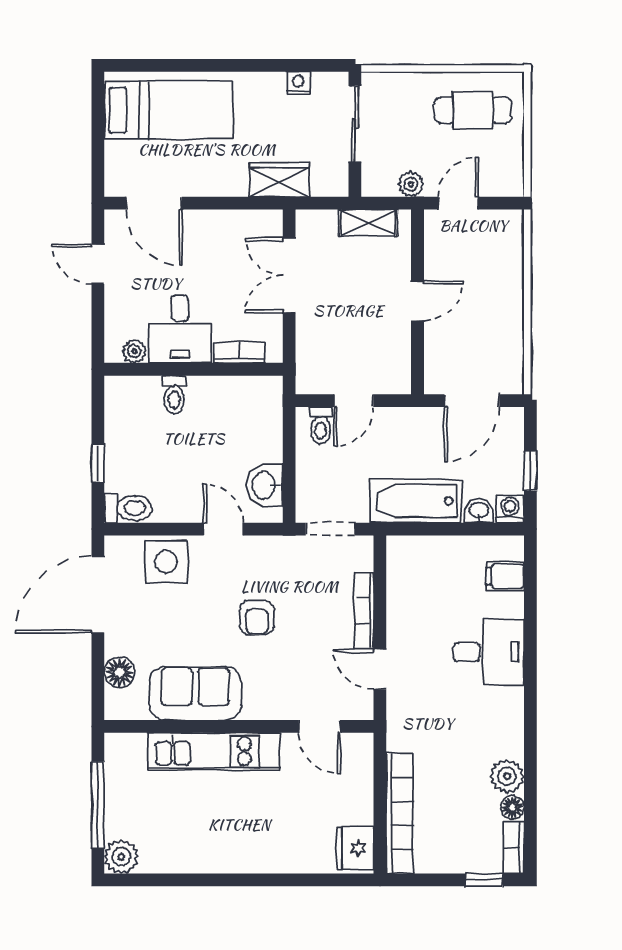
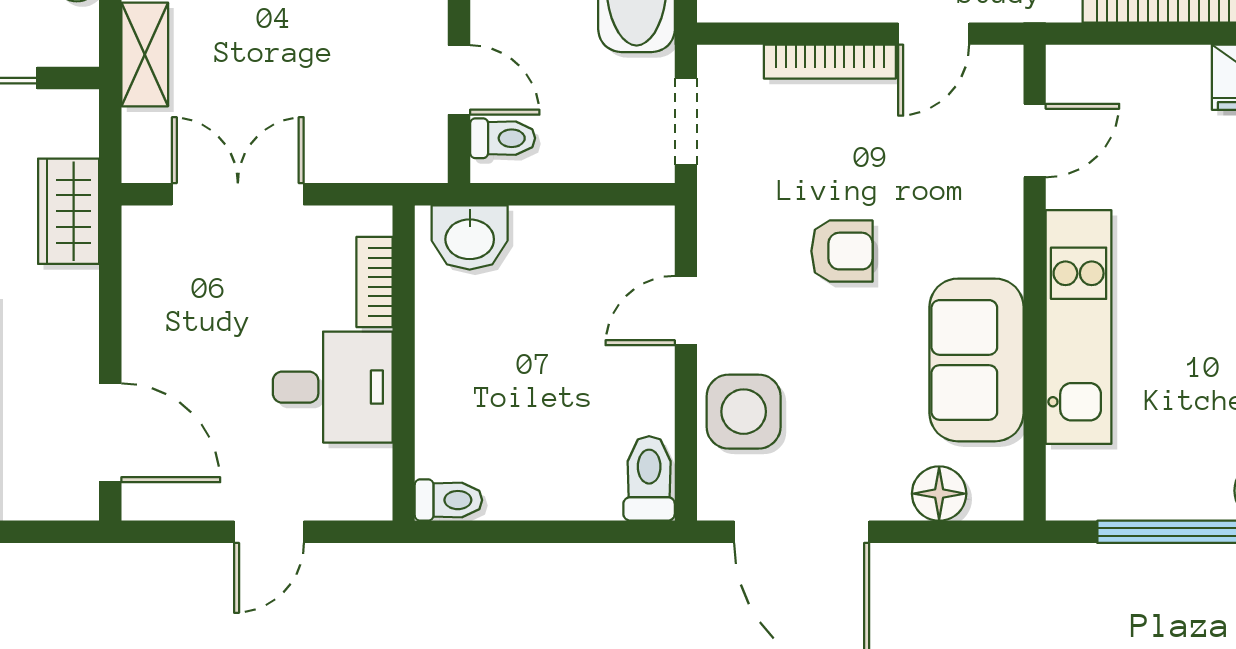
door: (154, 203) -> (110, 433), hinge flipped
door: (98, 264) -> (269, 532), moved
double door: (289, 275) -> (238, 194), swing flipped
plant: (134, 351) -> (372, 468), removed
toilet: (174, 395) -> (448, 500), moved
window: (98, 464) -> (570, 532), removed
washbasin: (265, 485) -> (470, 237), moved

